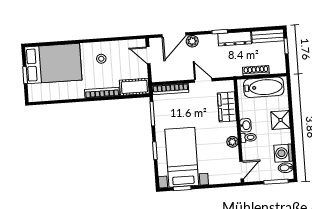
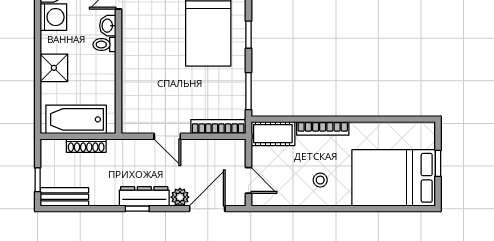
dresser: (235, 39) -> (144, 196), moved
wardrobe: (227, 107) -> (134, 93), removed
washbasin: (246, 125) -> (108, 26), moved
plant: (232, 142) -> (129, 40), removed

